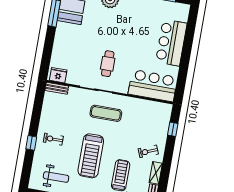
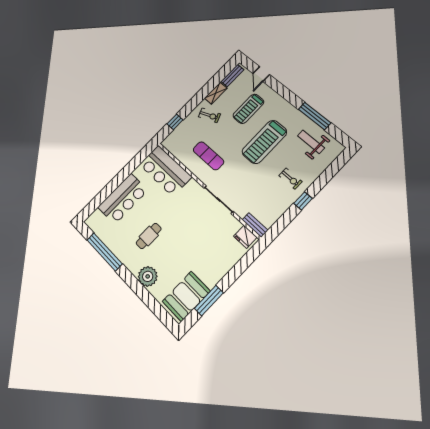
cafe table: (108, 64) -> (149, 236), moved
exercise mat: (106, 113) -> (208, 156), moved
window: (31, 143) -> (303, 201), moved
treadmill: (91, 156) -> (264, 142), turned 180

